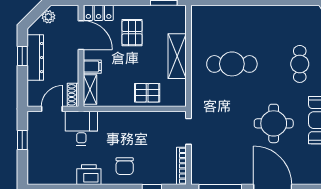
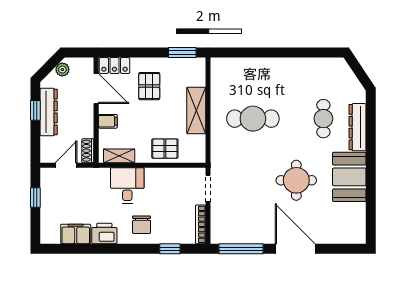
shelving: (90, 89) -> (119, 156), moved, turned 90
desk: (81, 128) -> (127, 186), moved
filing cabinet: (61, 175) -> (76, 234), added

